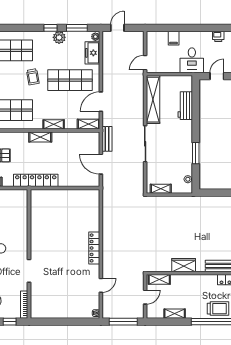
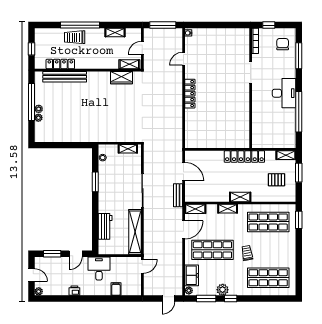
wardrobe: (184, 265) -> (122, 78), moved

